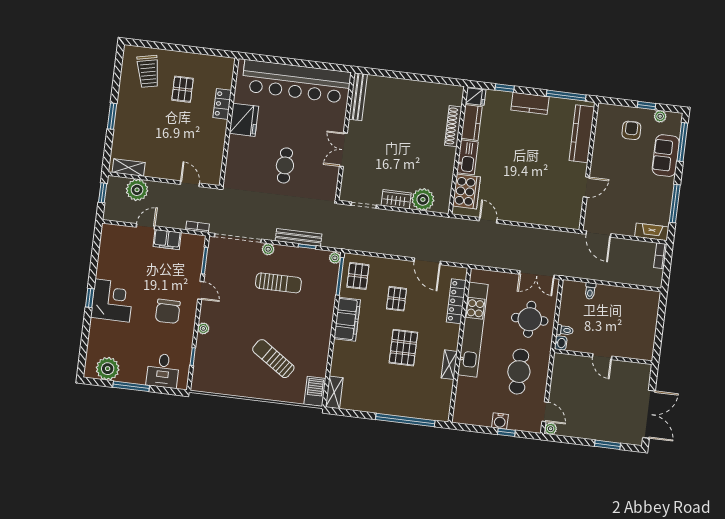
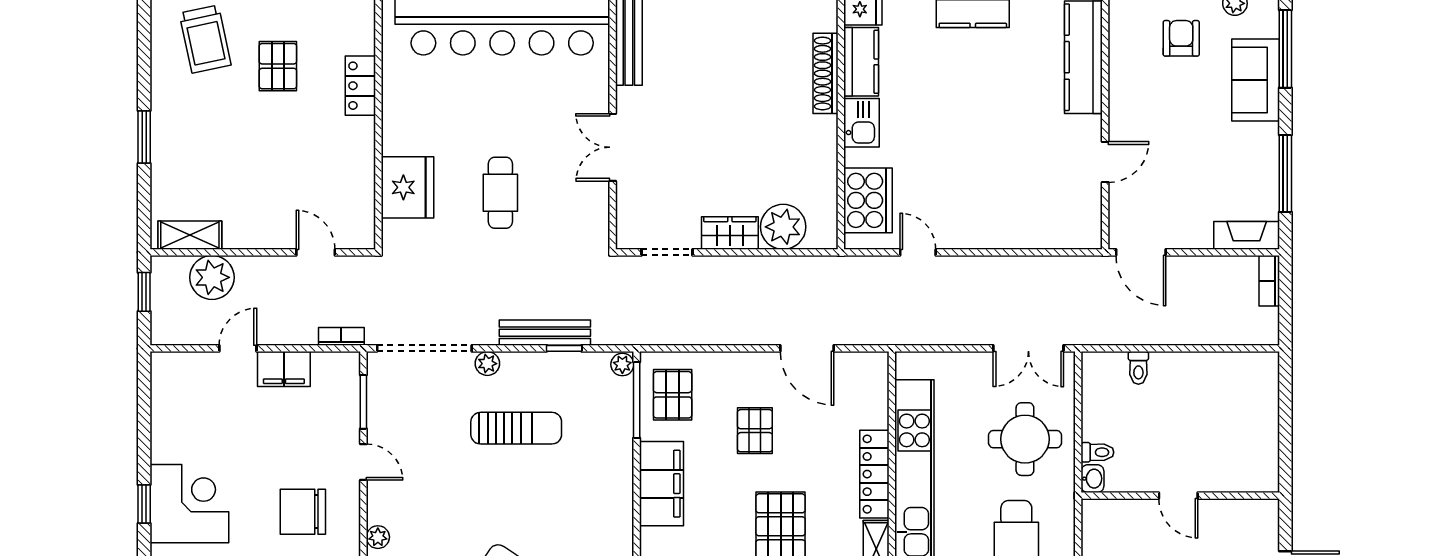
fridge: (244, 120) -> (407, 187), moved
kitchen sink: (467, 157) -> (862, 123), width x0.73
locker: (456, 301) -> (874, 474), moved
chair: (168, 311) -> (303, 512), turned 90

